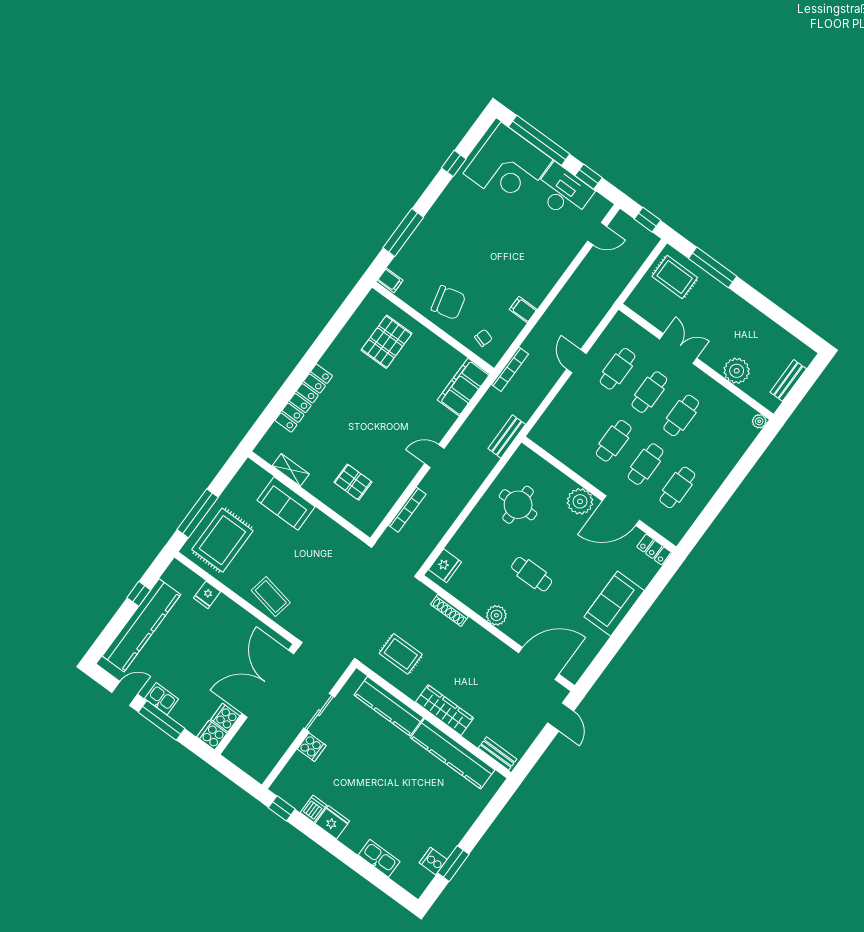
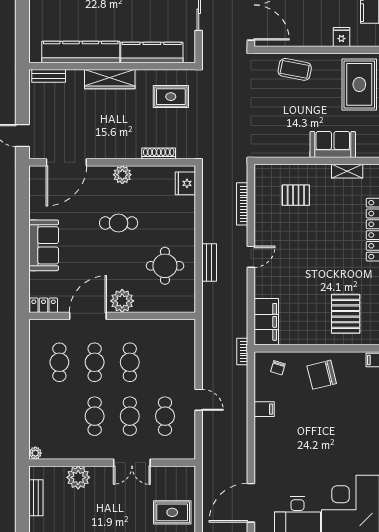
door: (597, 234) -> (251, 503), width x1.87
bookcase: (510, 369) -> (242, 352), width x0.64
bench: (507, 436) -> (209, 262), moved

